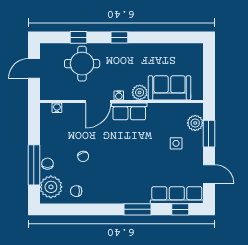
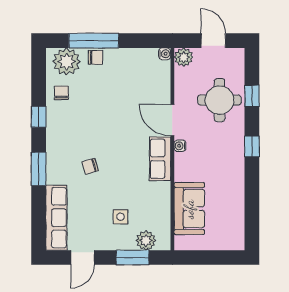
plant: (140, 92) -> (184, 57), moved
water cooler: (57, 108) -> (165, 54), moved
chair: (83, 156) -> (90, 166), moved
window: (180, 209) -> (39, 117), moved

